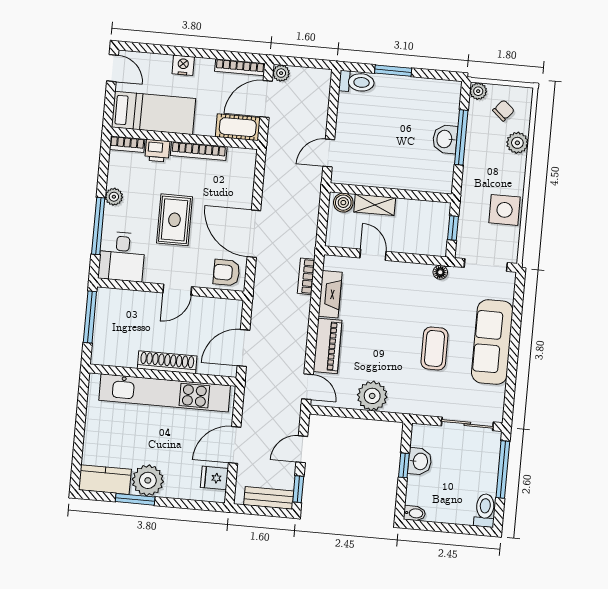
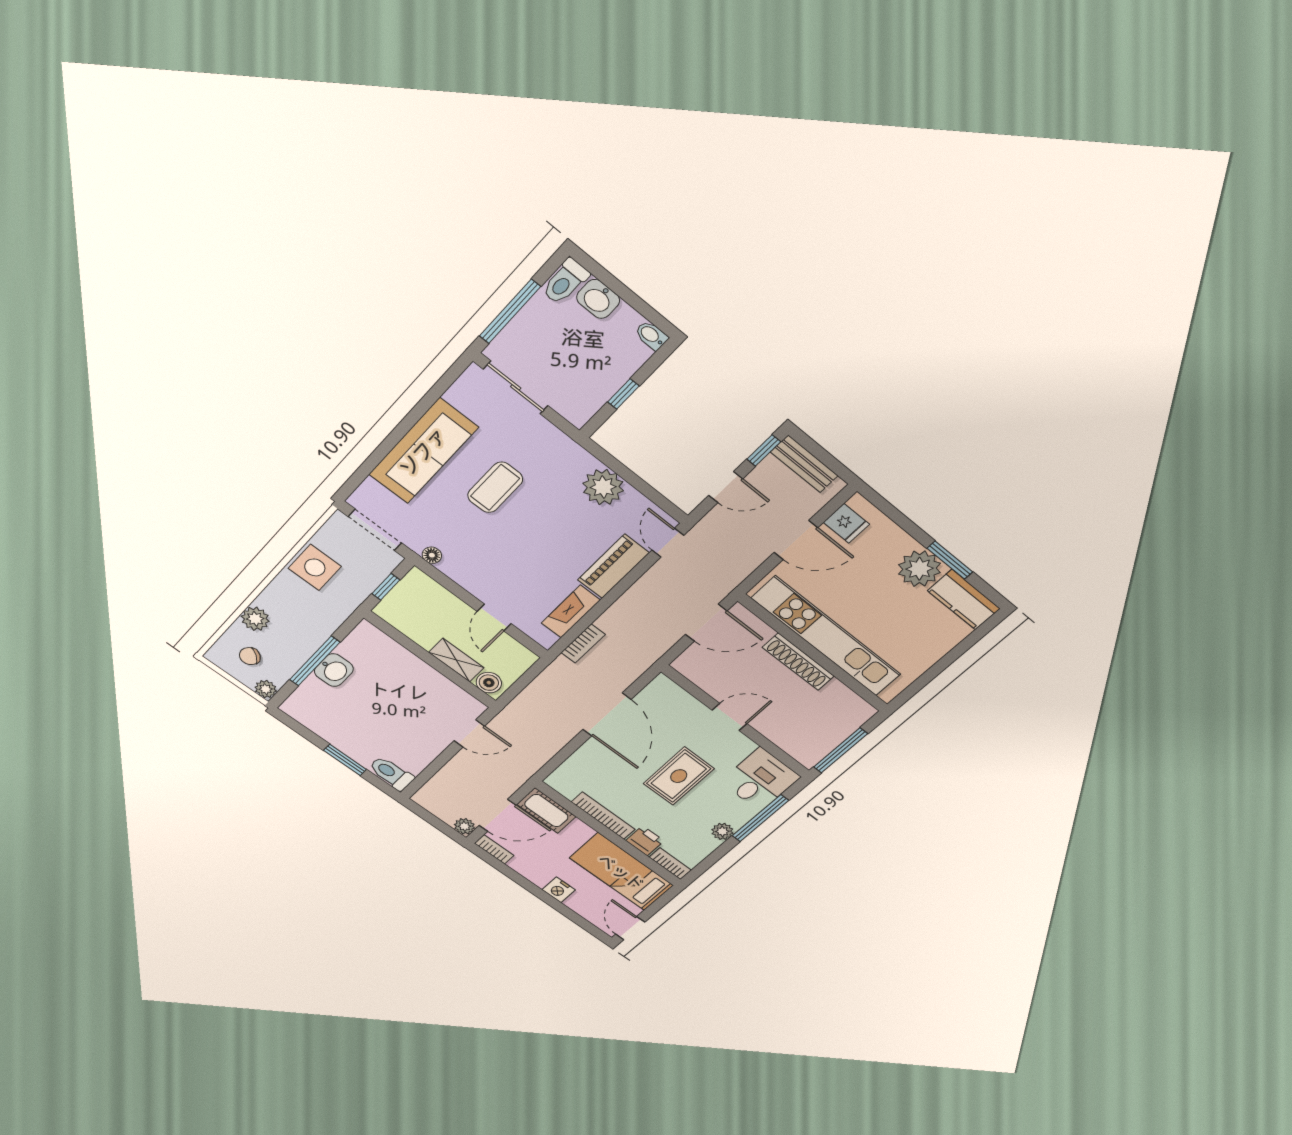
bookcase: (240, 67) -> (494, 849), width x0.64
armchair: (226, 272) -> (665, 700), removed
washbasin: (420, 461) -> (598, 299), moved, turned -90

